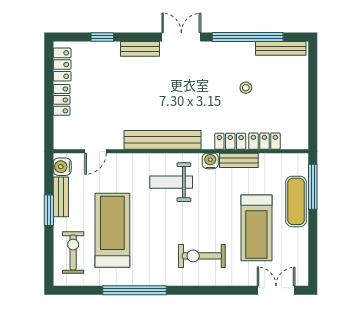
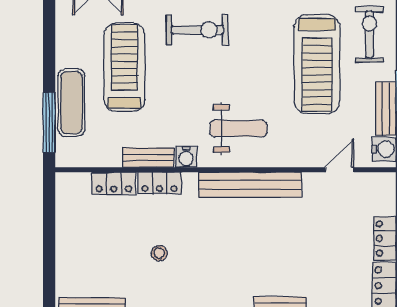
stool: (246, 88) -> (159, 253), moved
exercise bike: (73, 253) -> (369, 34), turned 180

